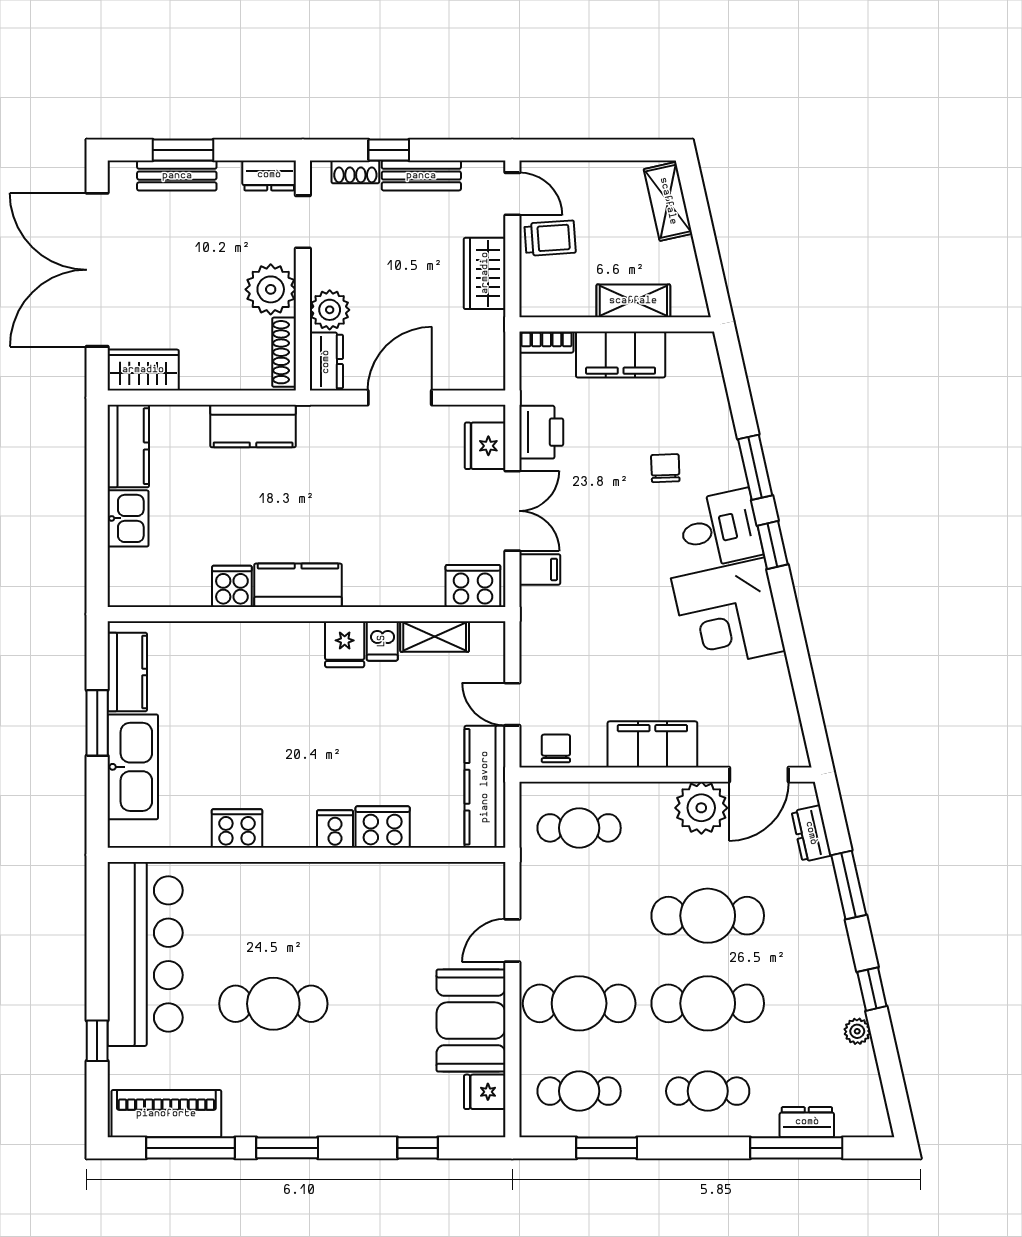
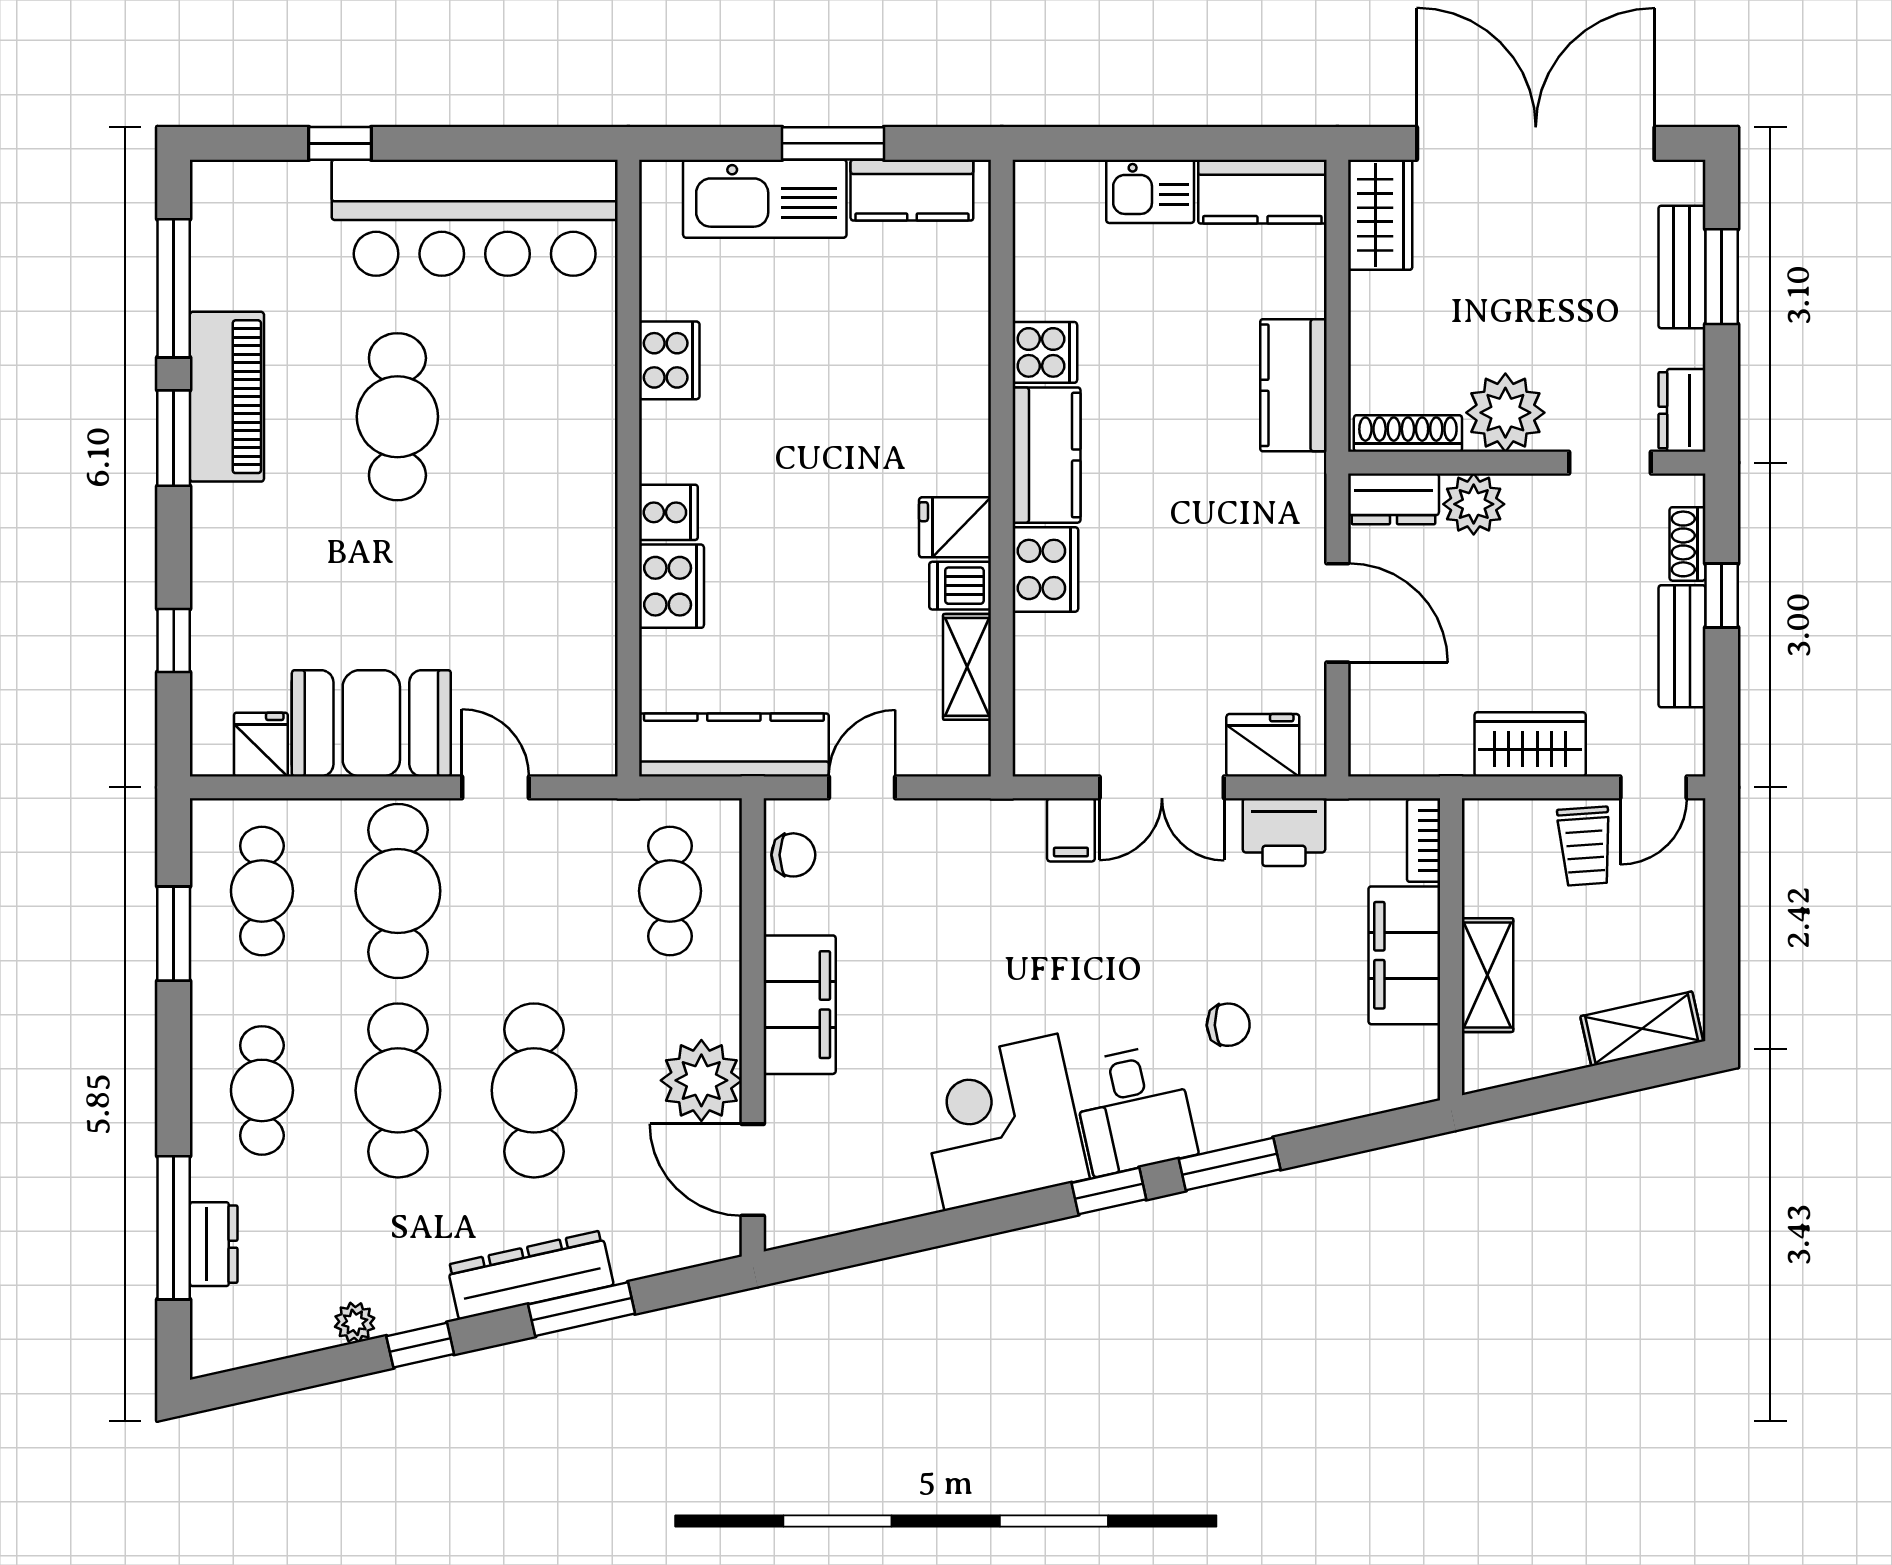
cooker: (473, 586) -> (1045, 569), moved
dresser: (811, 833) -> (530, 1275), moved, width x1.96, depth x1.24
piano: (166, 1114) -> (227, 397), moved

